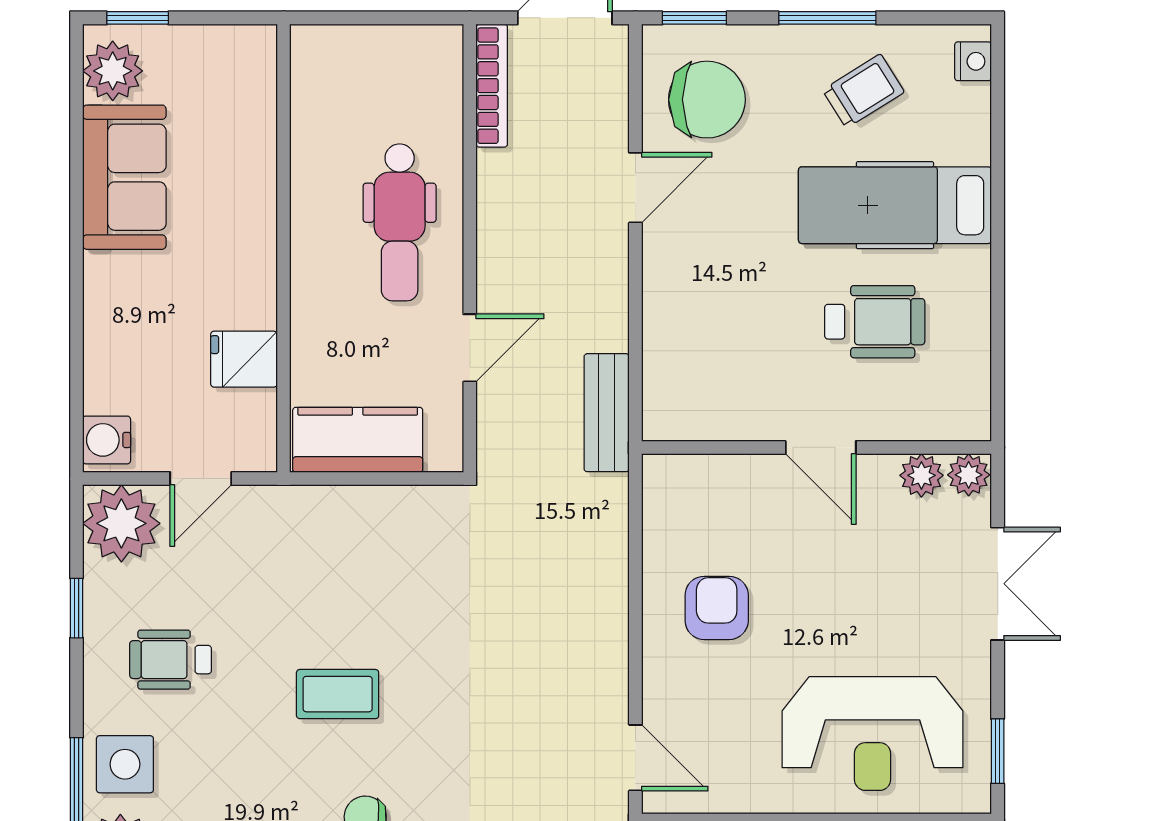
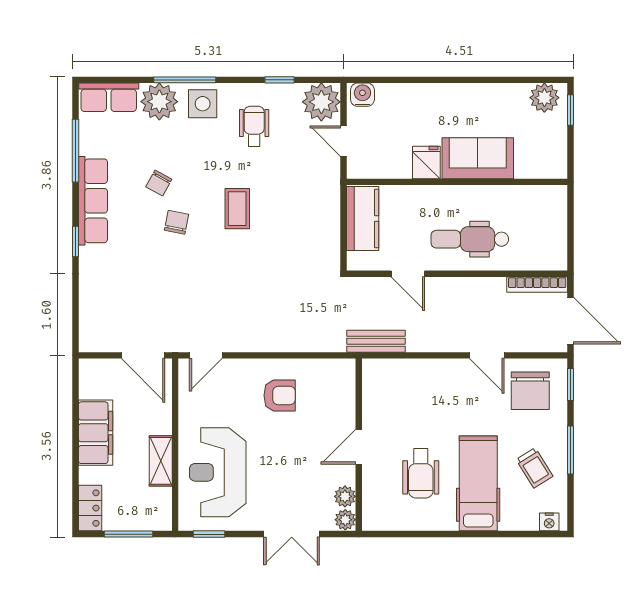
sofa: (124, 177) -> (478, 158), moved, turned 180
fridge: (244, 359) -> (426, 162), moved

